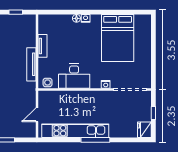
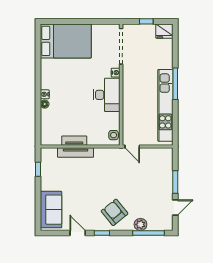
bed: (118, 38) -> (66, 41), moved
tv unit: (31, 64) -> (76, 153), moved
desk: (74, 76) -> (107, 95), moved
door: (37, 115) -> (132, 146), moved

